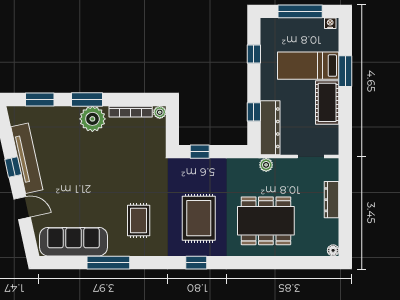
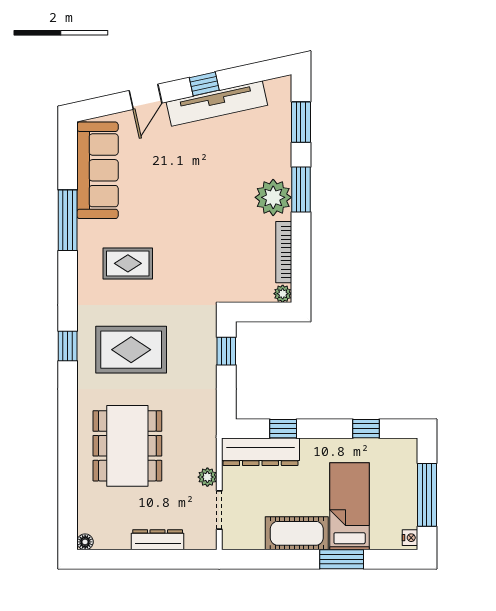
plant: (266, 165) -> (207, 477), moved

